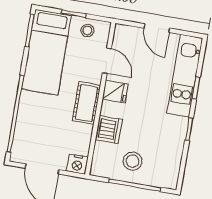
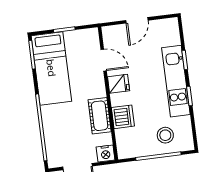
door: (157, 28) -> (137, 20), hinge flipped
stool: (87, 31) -> (80, 40), removed
kitchen unit: (185, 76) -> (176, 81), moved
cot: (87, 103) -> (100, 116), moved
stool: (133, 161) -> (165, 135), moved

